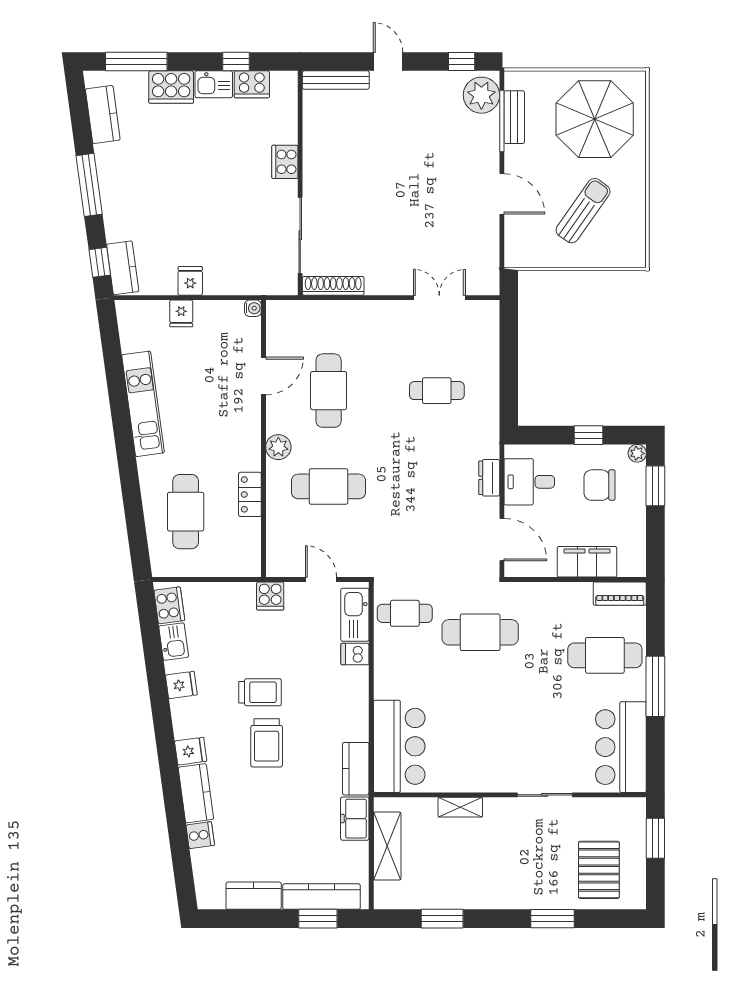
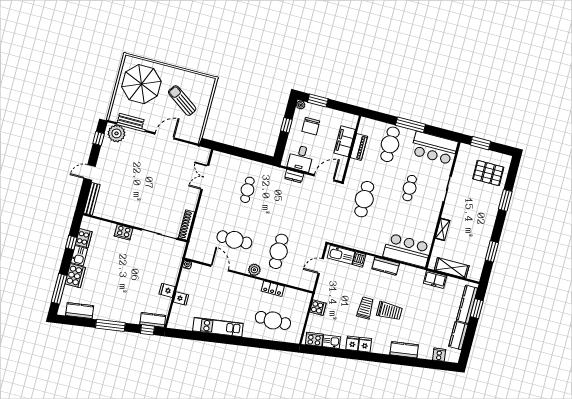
piano: (620, 594) -> (359, 147), moved
cooker: (270, 596) -> (318, 308), moved
cafe table: (405, 613) -> (410, 188), moved
fridge: (191, 751) -> (365, 345), moved
kitchen counter: (356, 769) -> (386, 266), moved
cooker: (200, 835) -> (439, 355), moved

